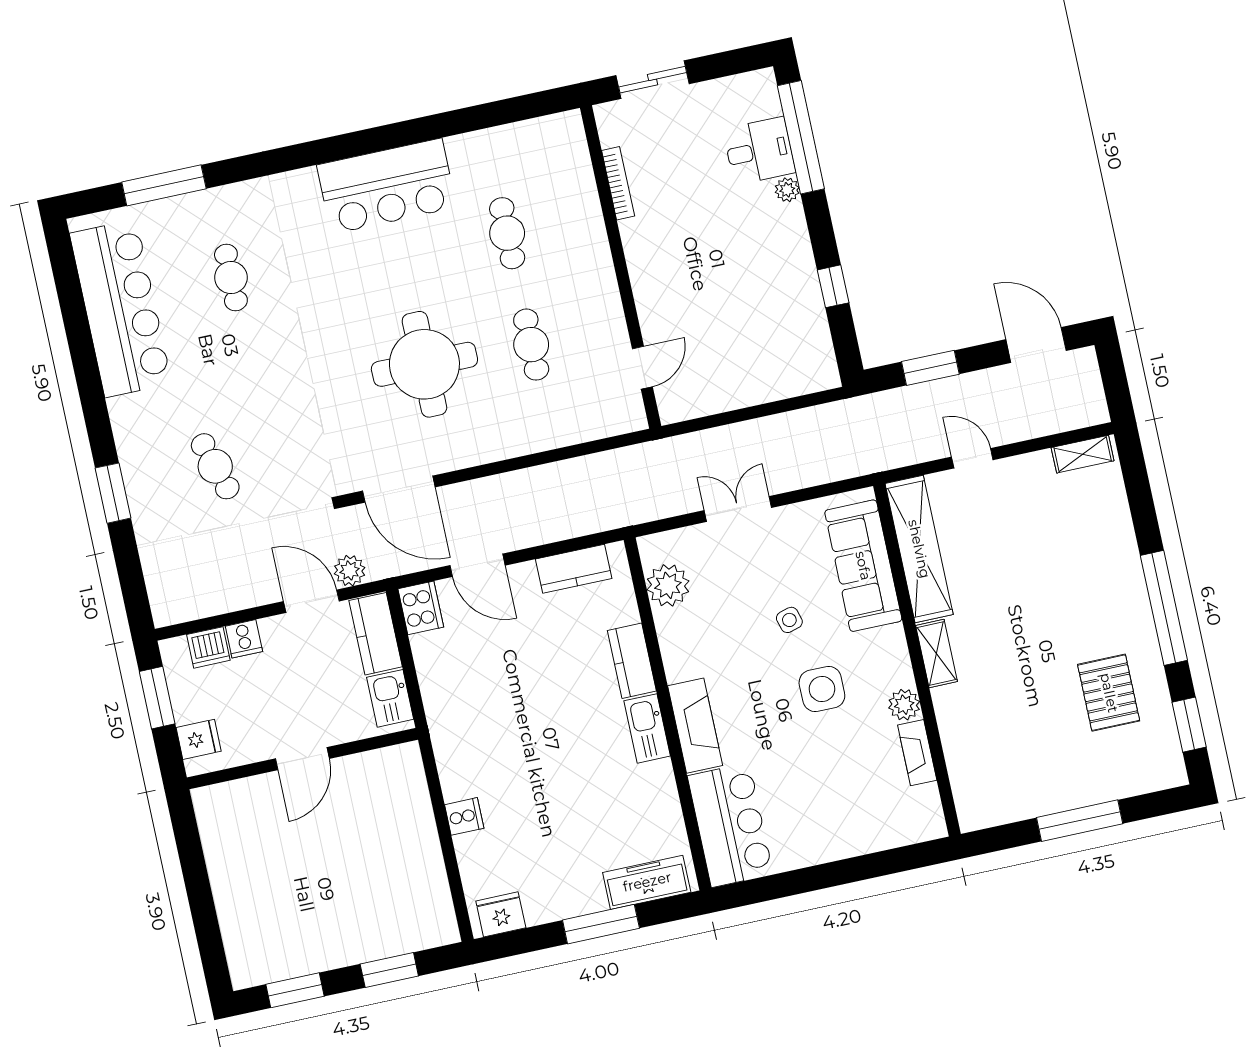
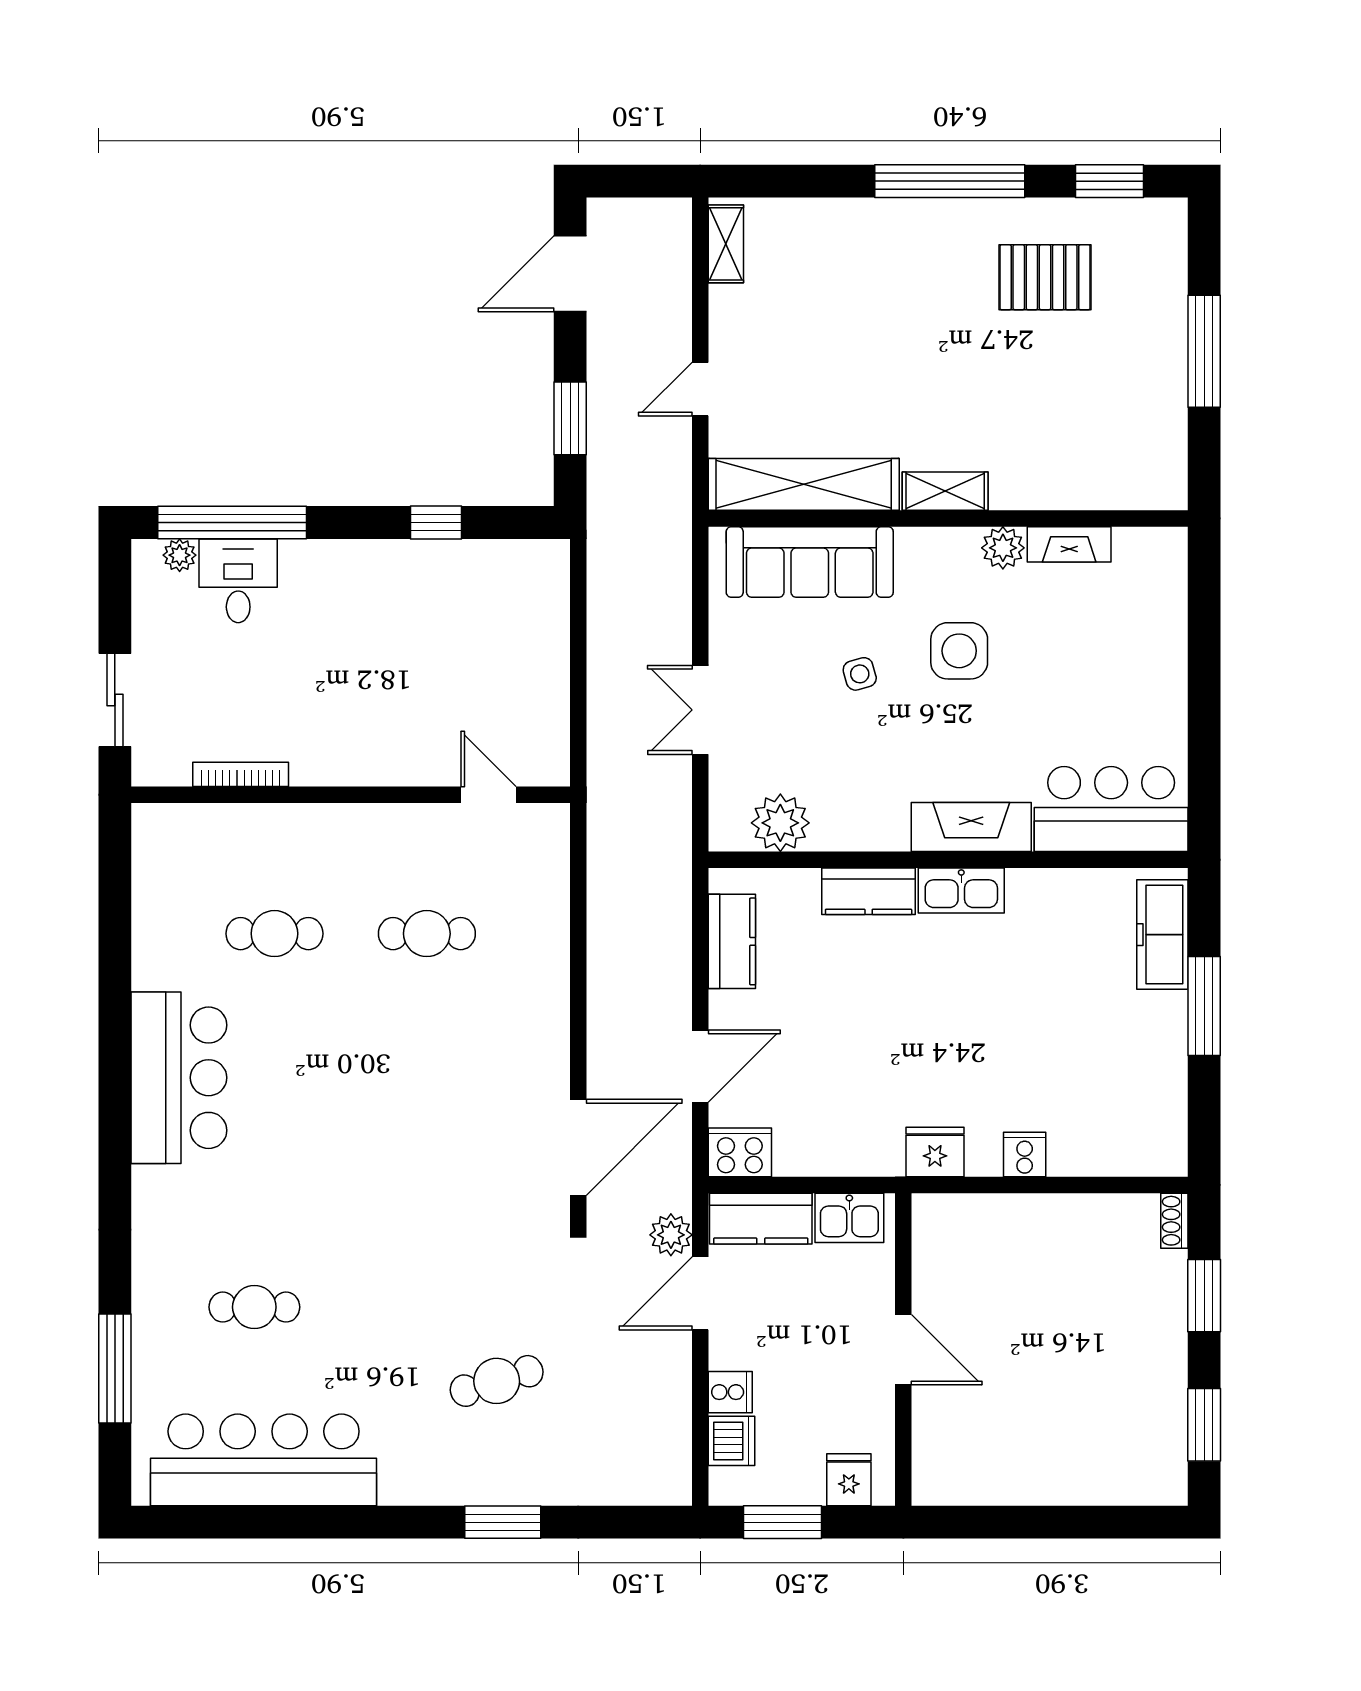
plant: (787, 190) -> (180, 555), moved
round table: (424, 364) -> (422, 1079), removed
fridge: (501, 914) -> (935, 1152), moved, turned 90
shoe rack: (439, 936) -> (1174, 1221), added

